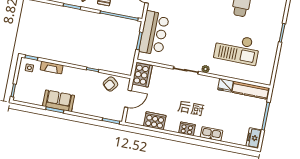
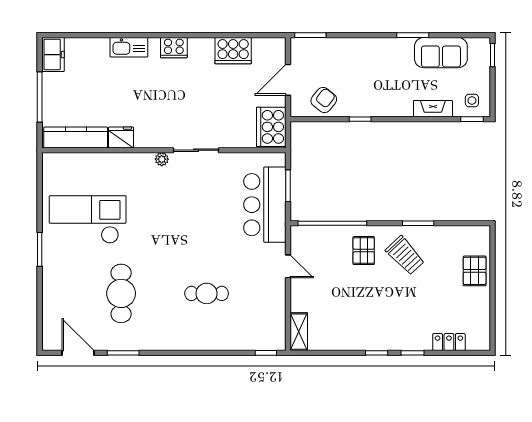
checkout: (237, 49) -> (88, 219), moved
sofa: (59, 101) -> (441, 53), moved

